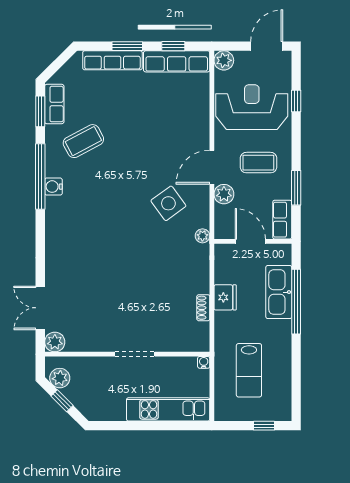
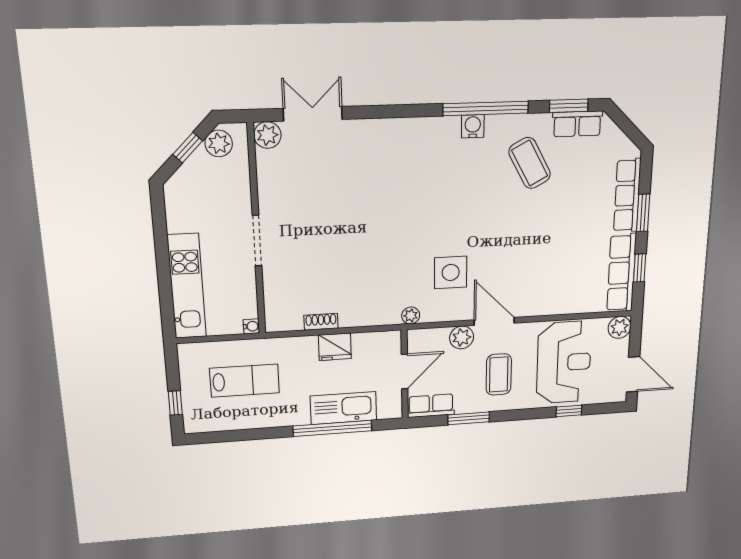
side table: (168, 203) -> (451, 272), turned 36
lab bench: (249, 370) -> (245, 381), turned 180

